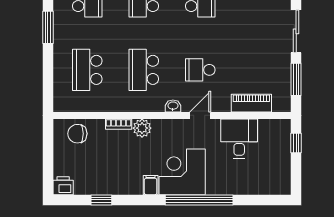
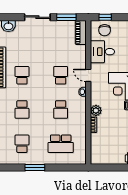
school desk: (144, 70) -> (61, 109), width x0.54
school desk: (200, 70) -> (61, 75), turned 180
piano: (251, 103) -> (81, 32), moved
chair: (77, 134) -> (105, 30), moved

